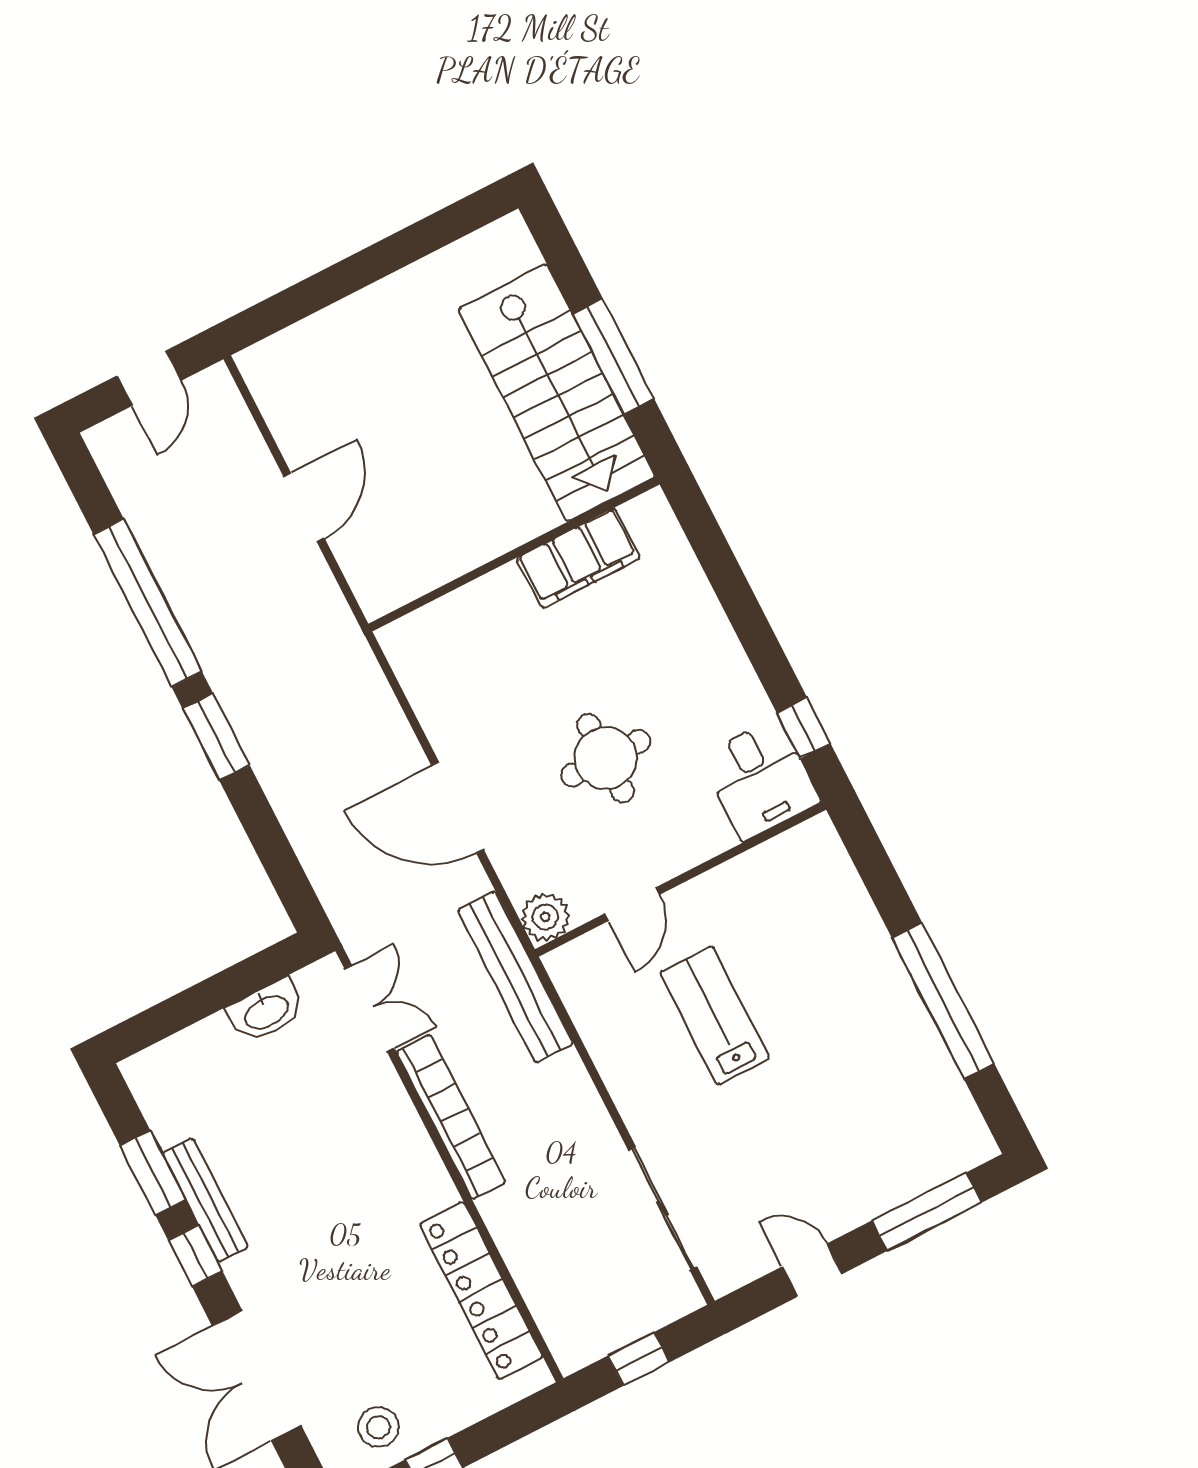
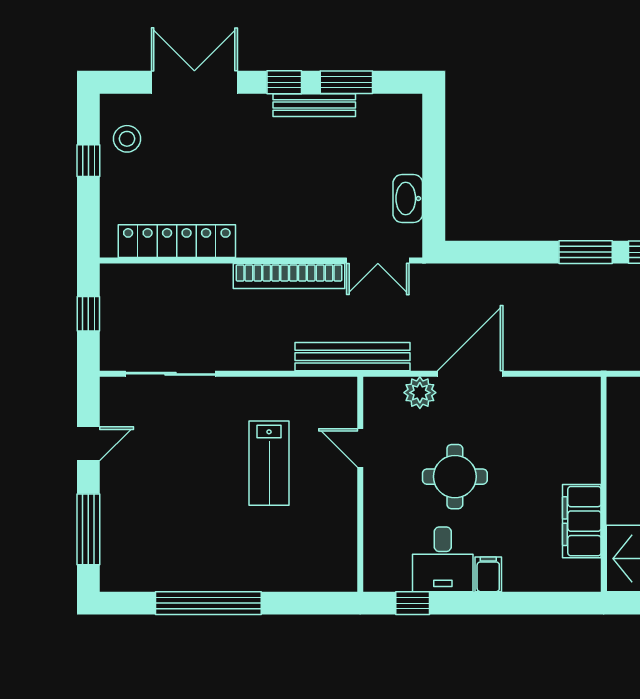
filing cabinet: (713, 647) -> (488, 574), added
desk: (760, 779) -> (443, 559), moved, turned -90
plant: (545, 917) -> (420, 393), moved
lab bench: (715, 1016) -> (269, 463), turned 90

